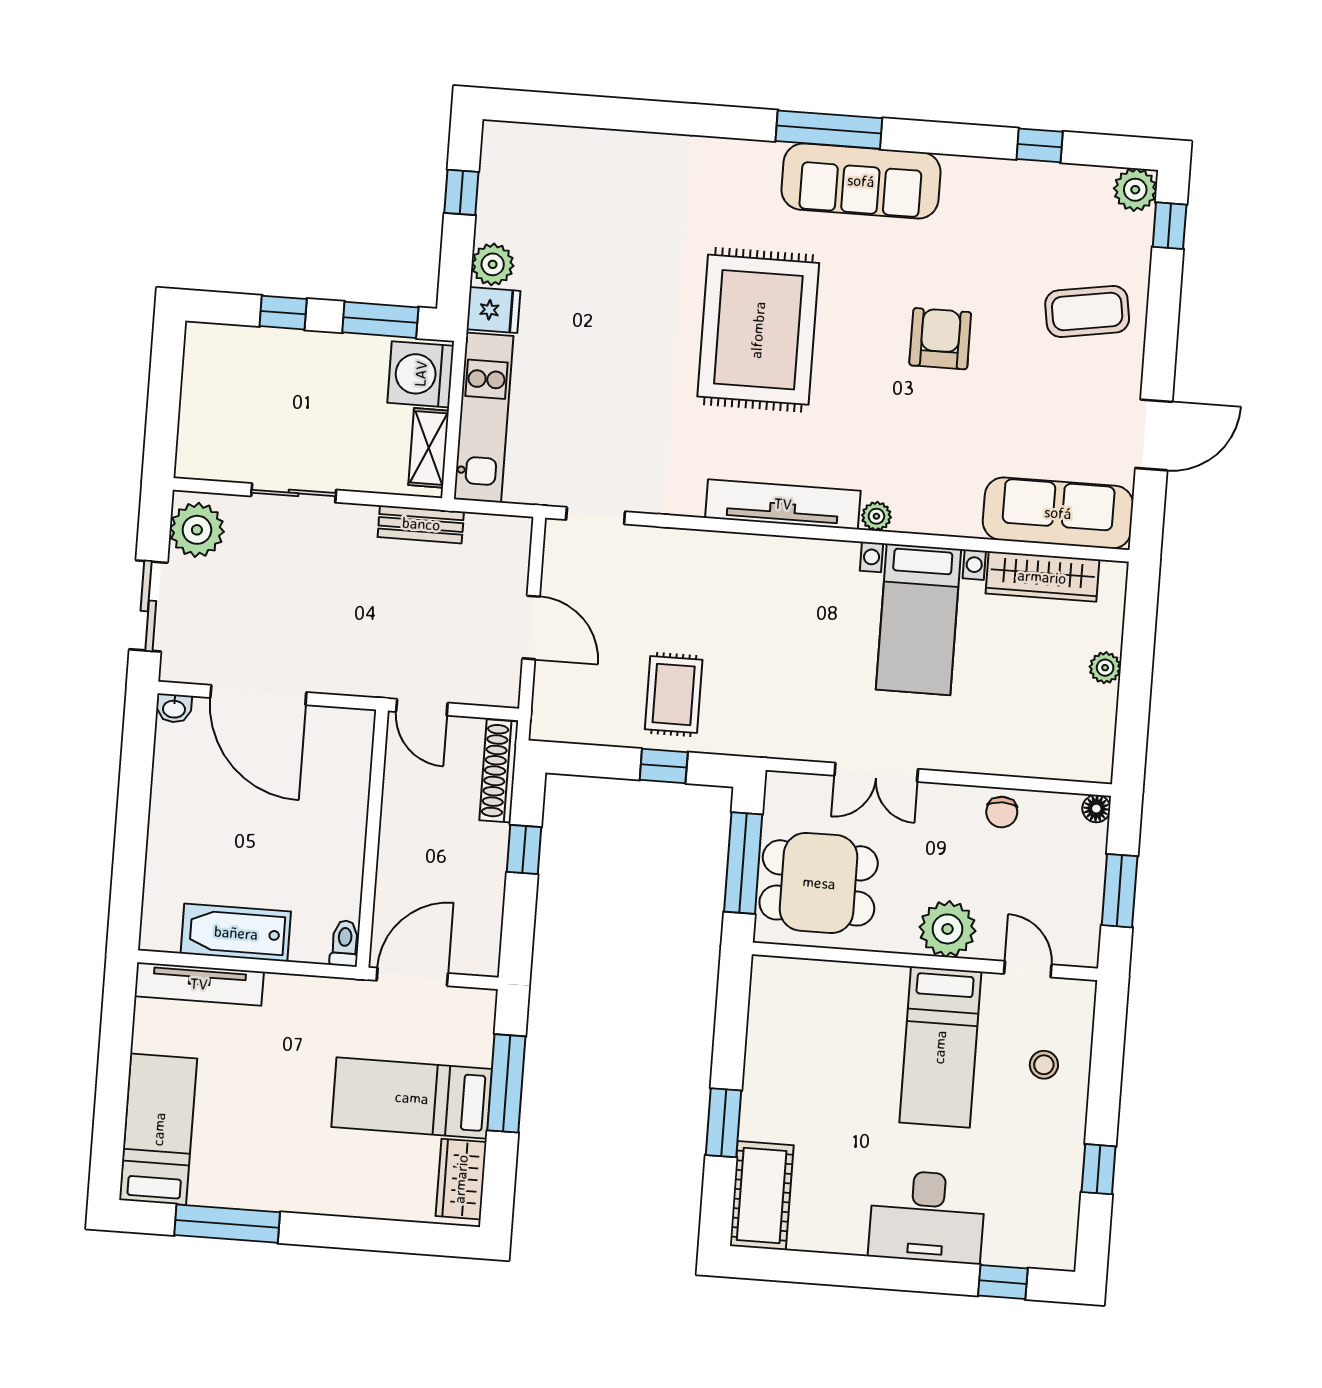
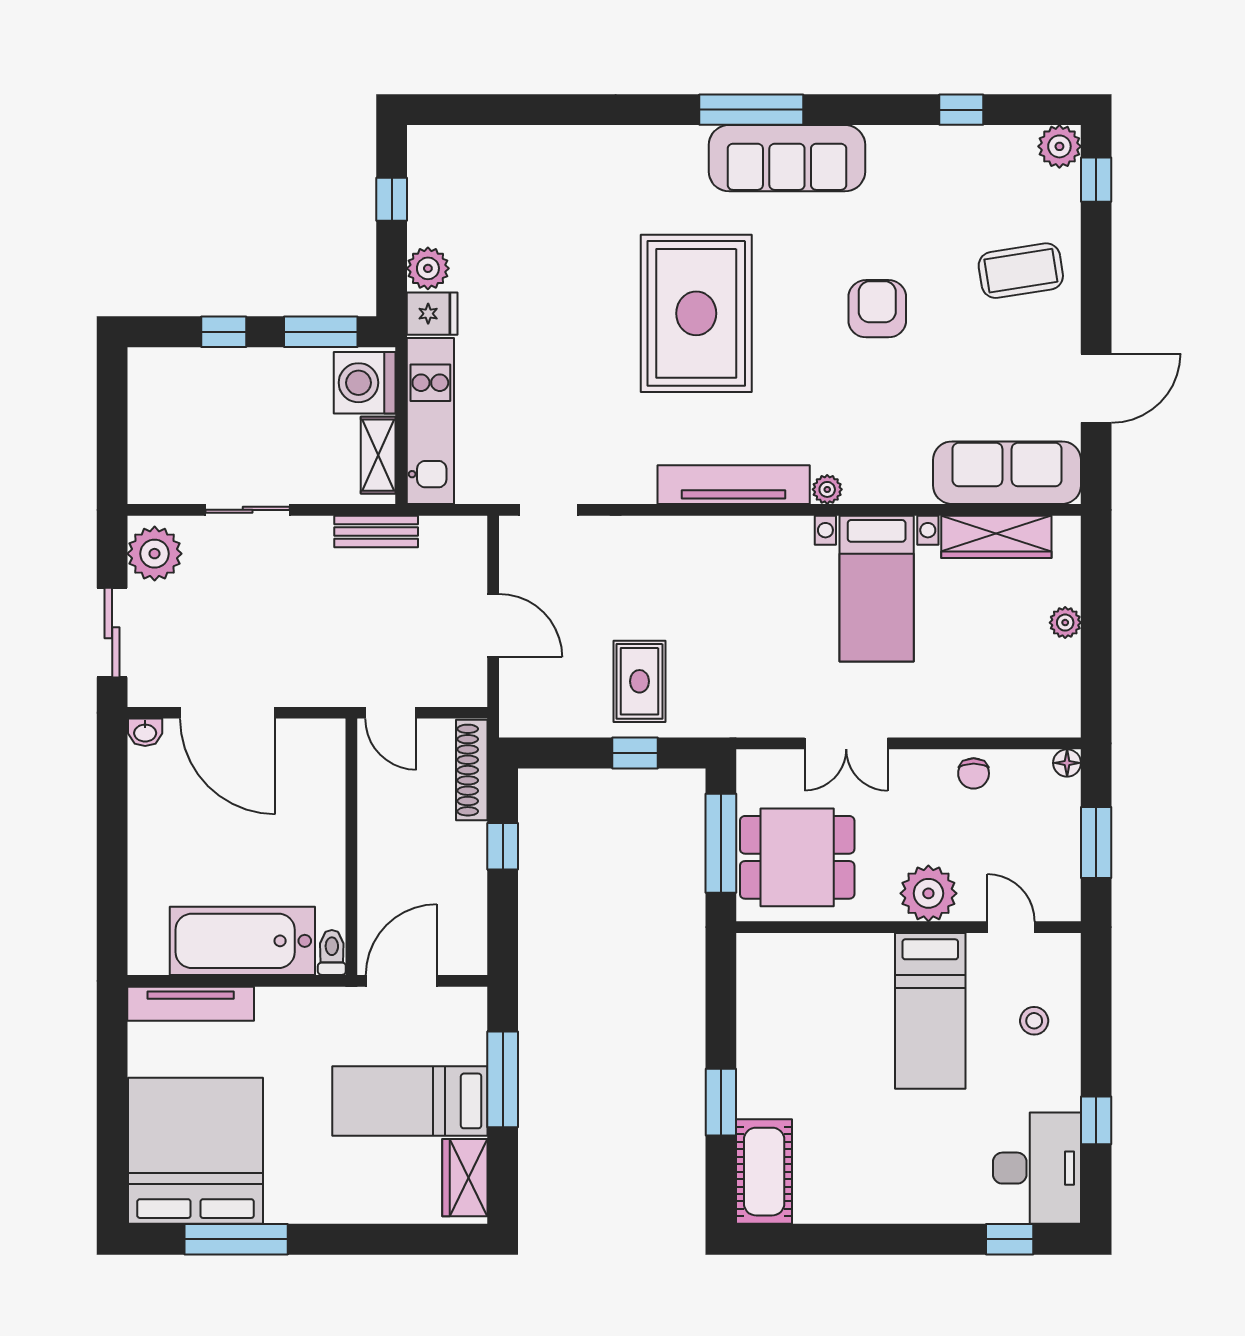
bathtub: (236, 933) -> (242, 941), width x1.36, depth x1.36
bed: (159, 1129) -> (196, 1151), width x2.04
desk: (927, 1217) -> (1037, 1168), moved, turned -90

